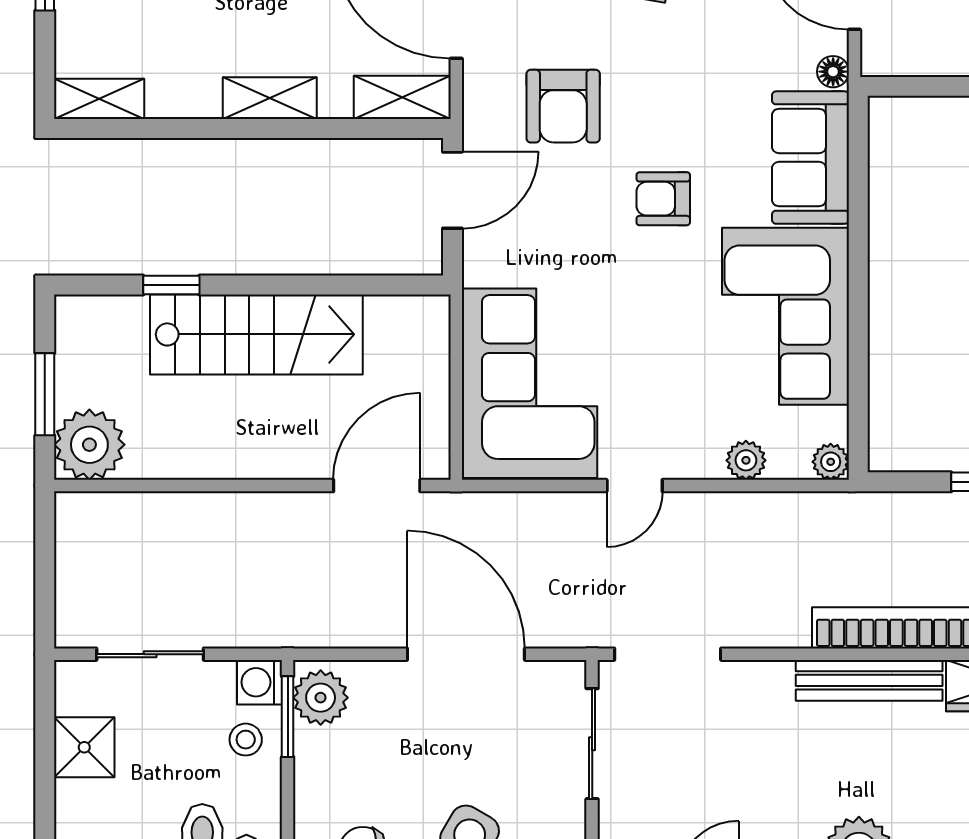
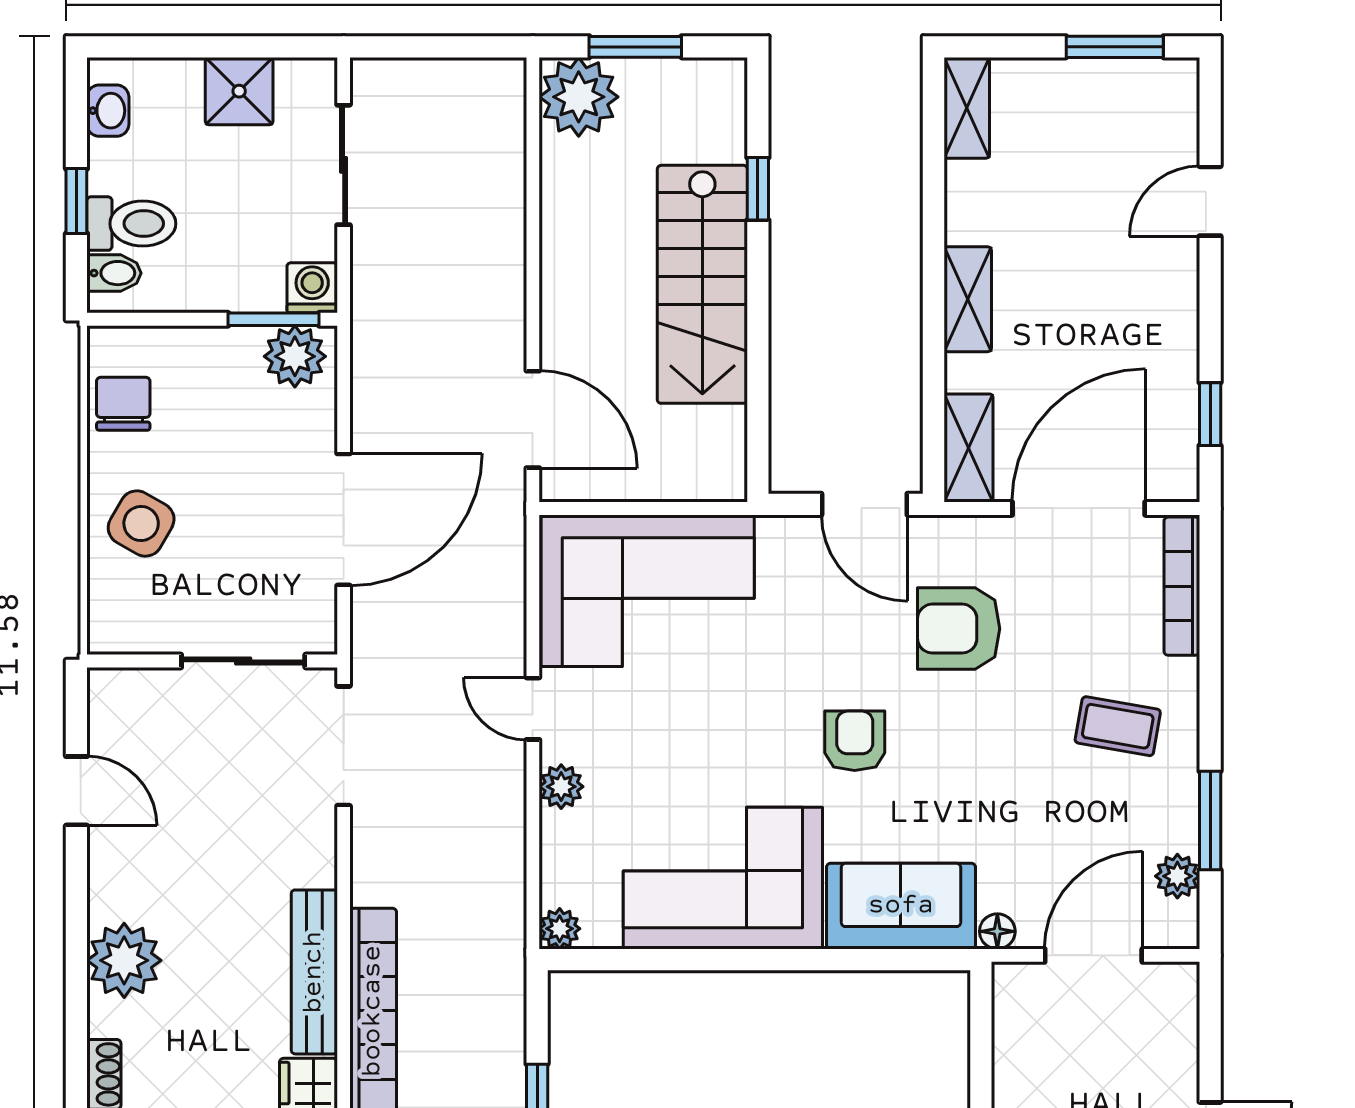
plant: (746, 460) -> (561, 787), moved
stool: (246, 740) -> (248, 272), removed

